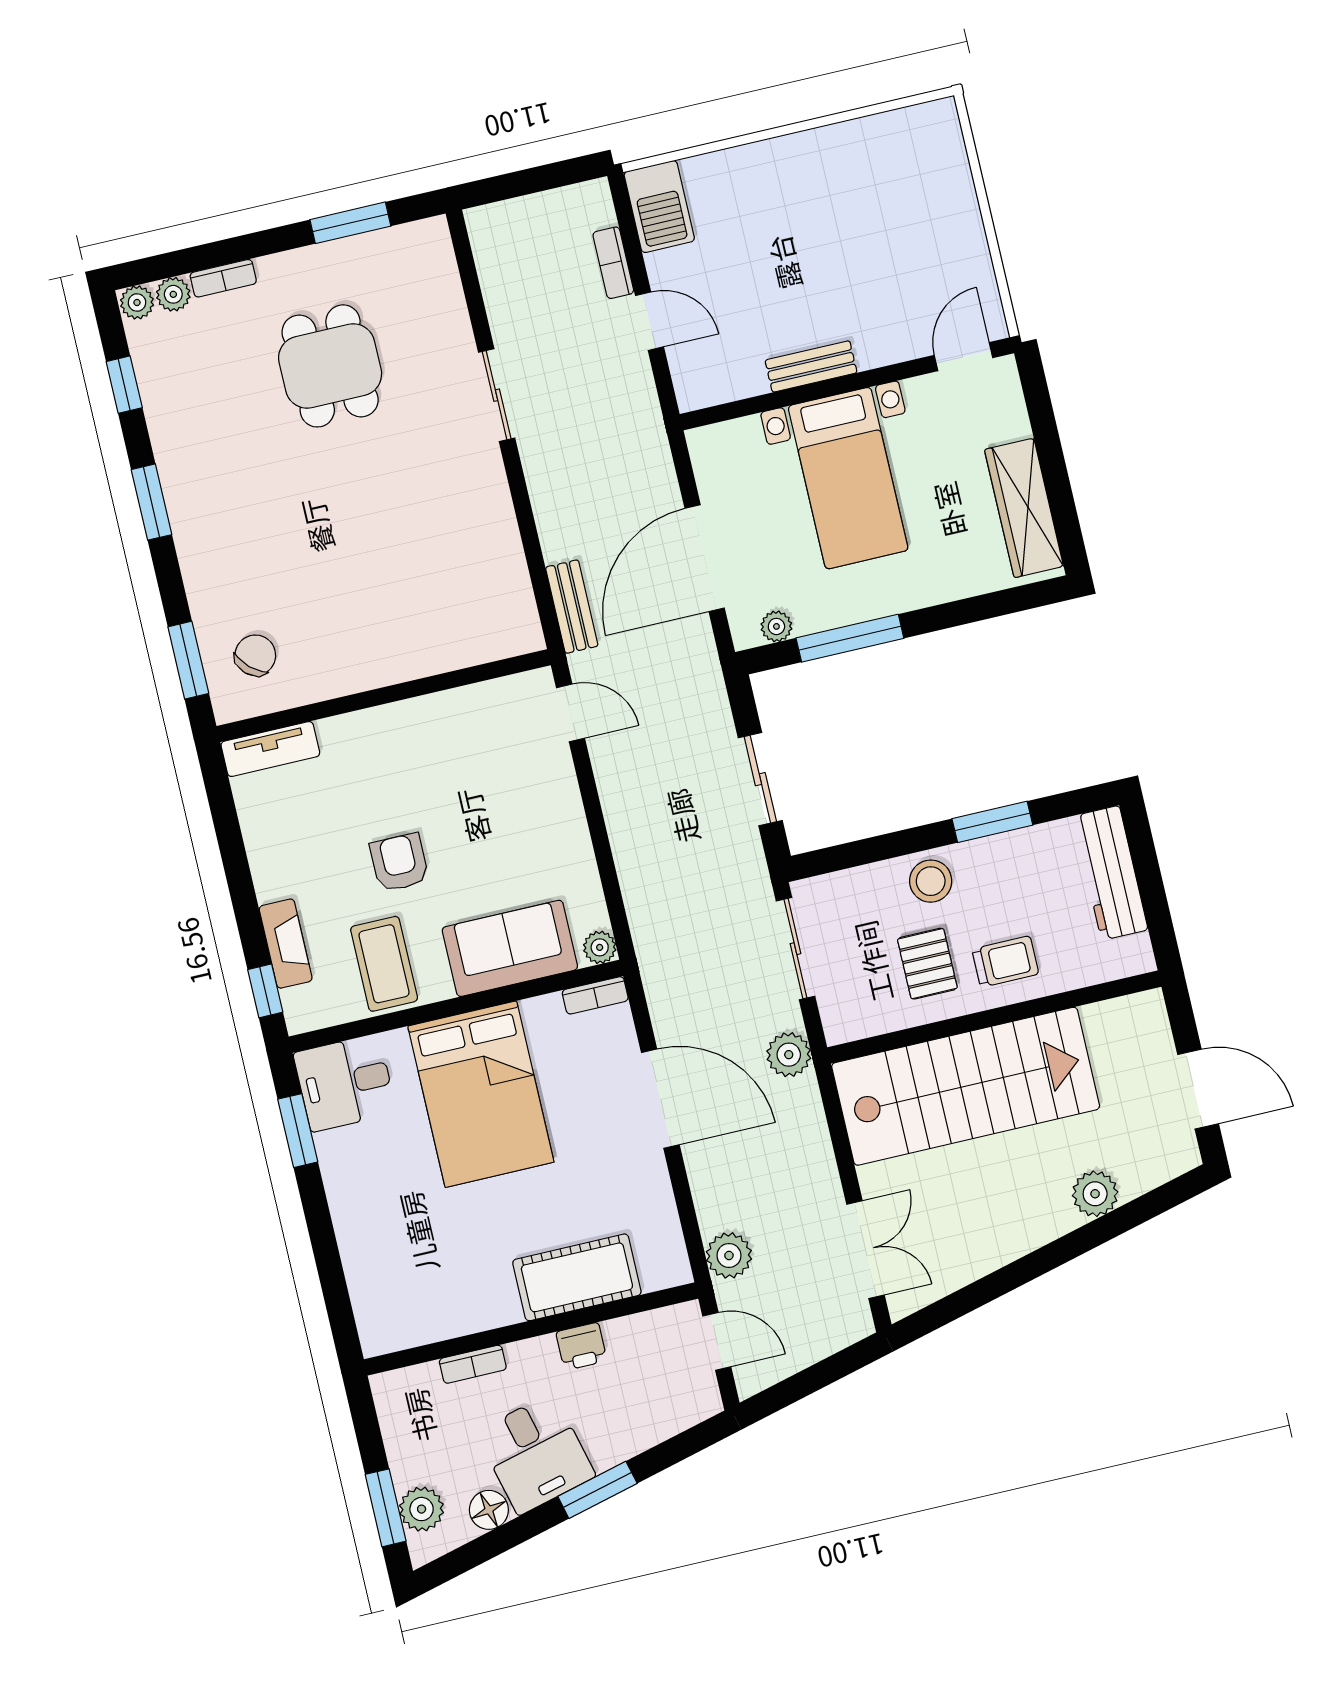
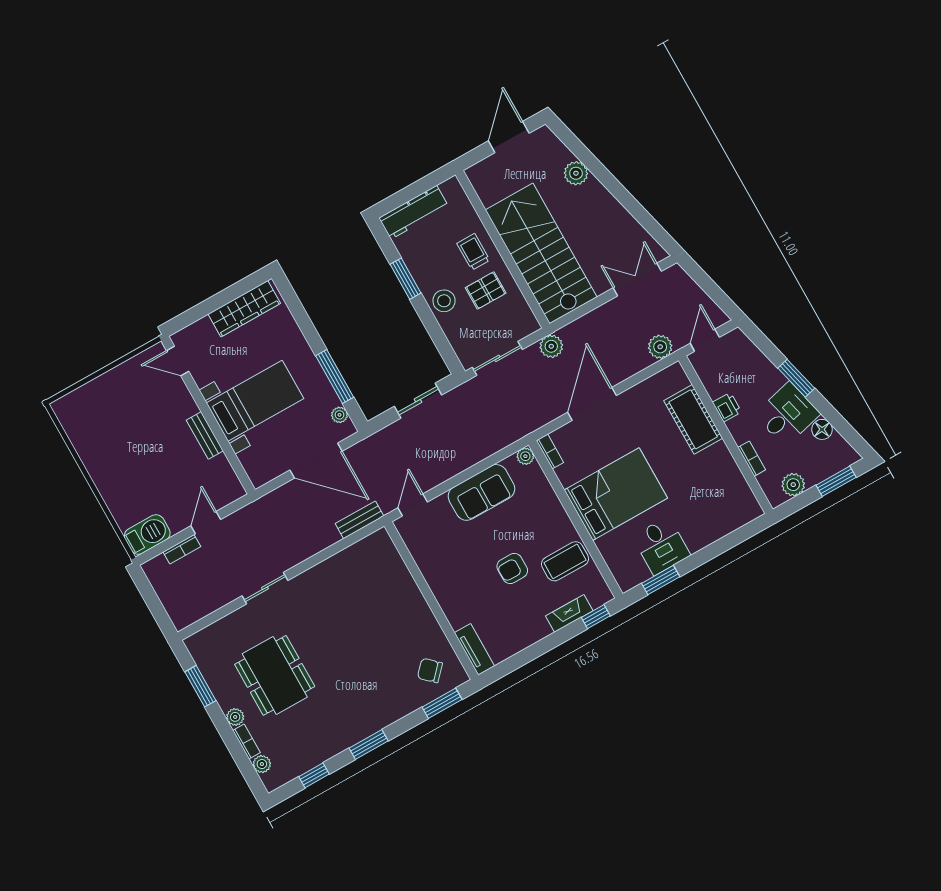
plant: (137, 303) -> (235, 717), moved
dining table: (330, 366) -> (275, 675), width x1.38
sofa: (510, 948) -> (481, 492), moved, turned -90
desk: (345, 1083) -> (661, 546), moved
plant: (422, 1509) -> (793, 485), moved

